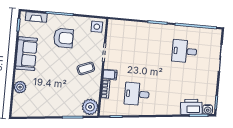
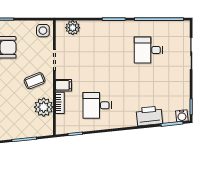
plant: (122, 26) -> (73, 28), added
plant: (90, 107) -> (44, 107), moved
printer: (191, 107) -> (149, 116), moved

